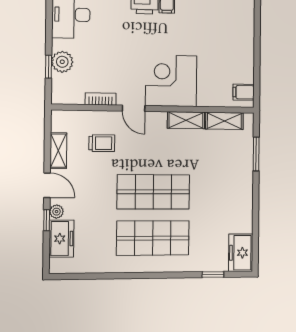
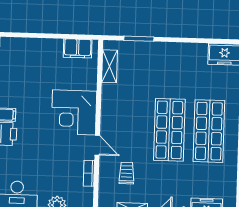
filing cabinet: (244, 92) -> (78, 48), width x2.00
door: (134, 108) -> (97, 145), hinge flipped
shelving: (186, 120) -> (108, 100), removed

